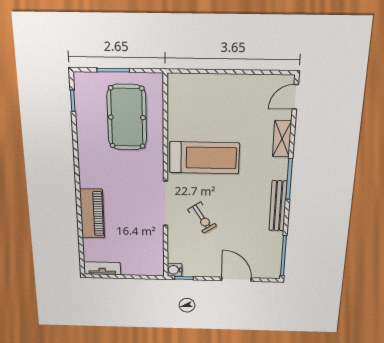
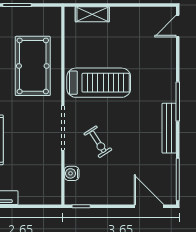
pool table: (127, 117) -> (33, 66), moved
shelving: (282, 139) -> (92, 14), moved, turned 90
water cooler: (175, 270) -> (72, 173), moved
door: (236, 279) -> (149, 206), moved

